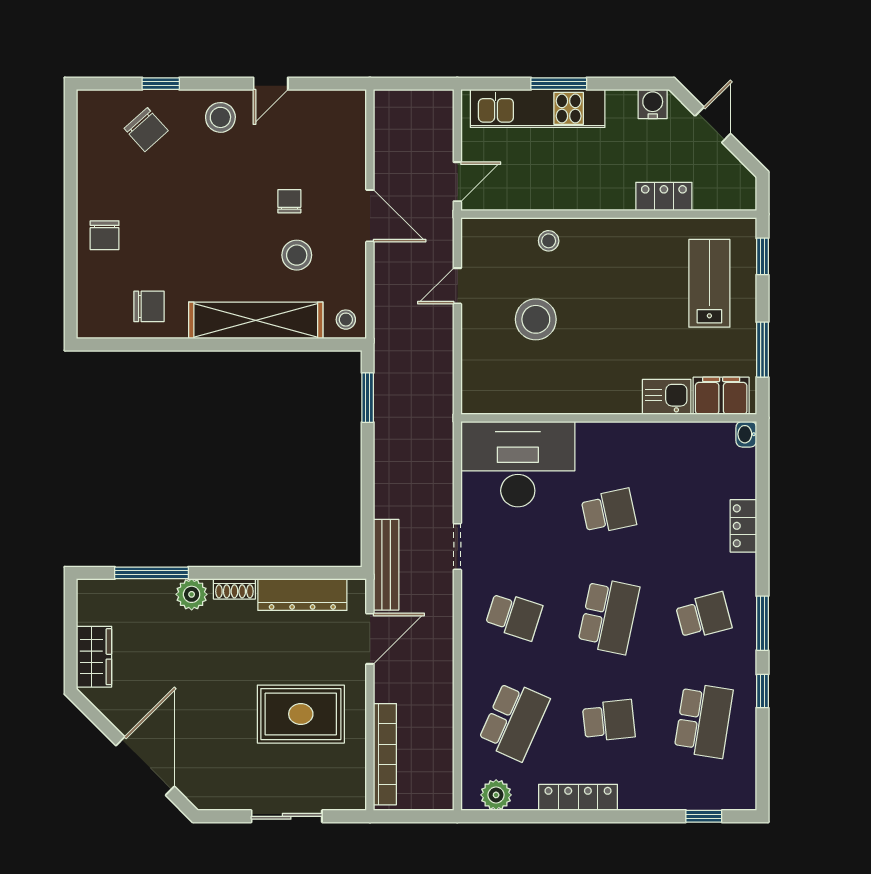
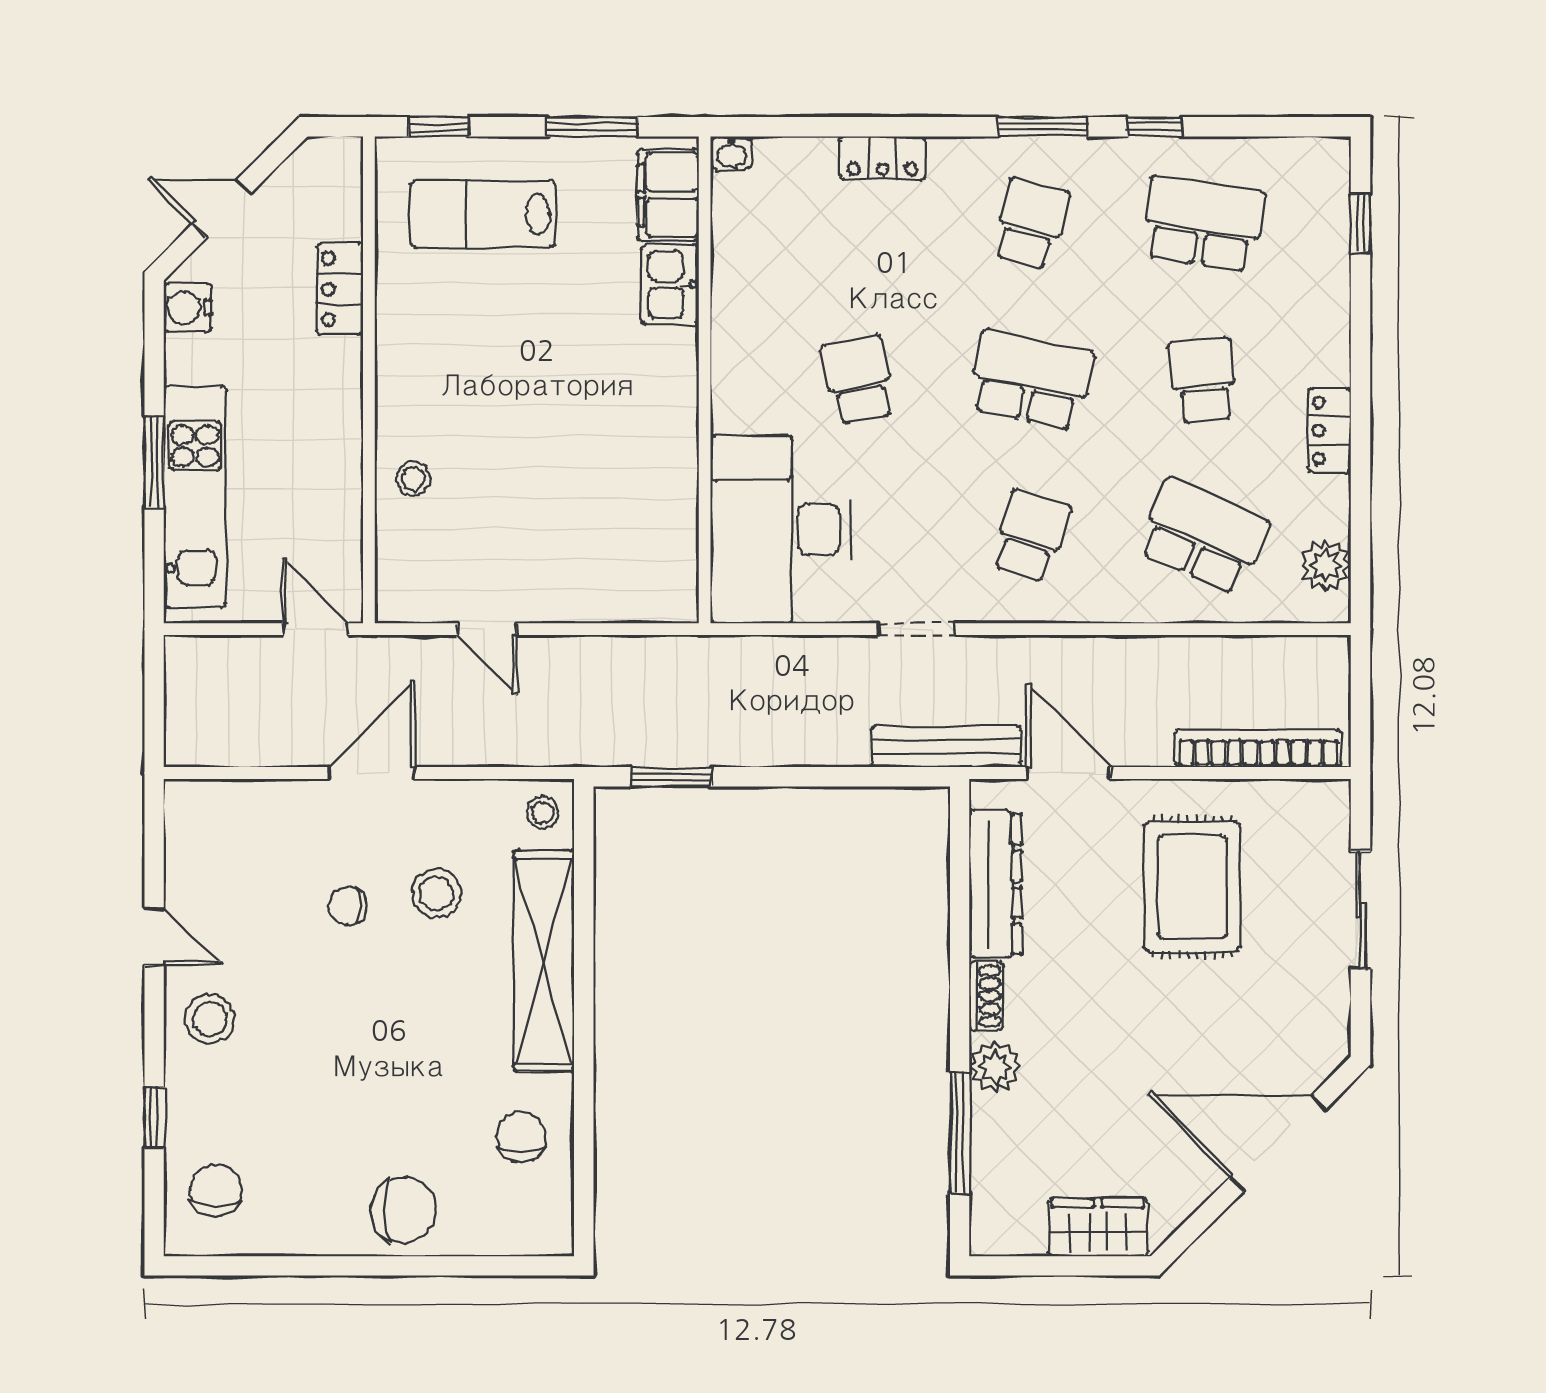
chair: (146, 130) -> (216, 1190), moved, turned -48
chair: (105, 235) -> (404, 1210), width x1.37, depth x1.37
stool: (536, 319) -> (542, 500), removed
school desk: (704, 616) -> (1031, 224), turned 30
locker: (578, 797) -> (1329, 430), width x0.66

